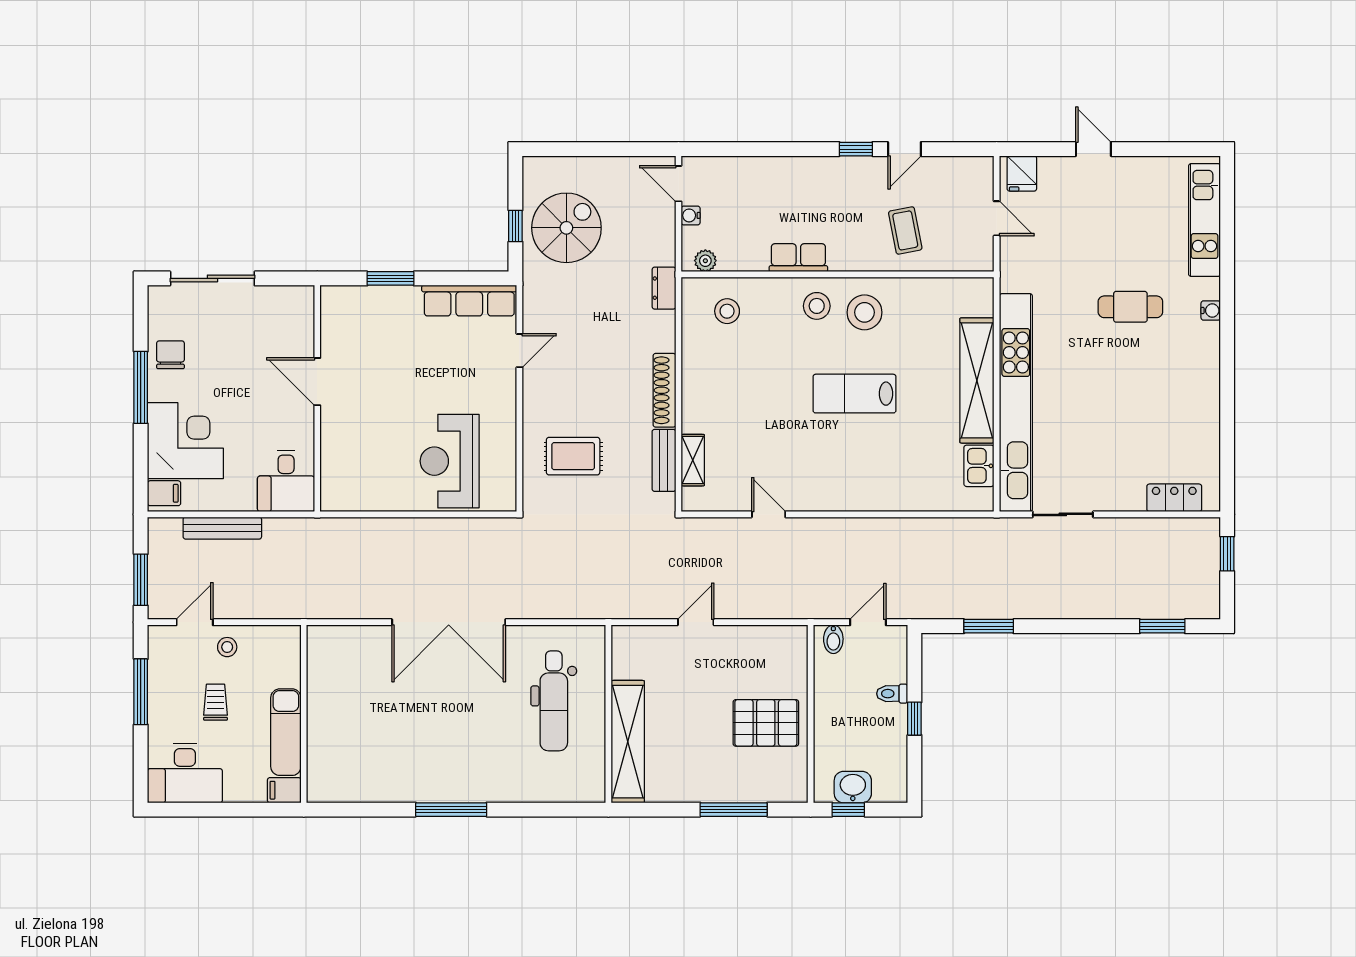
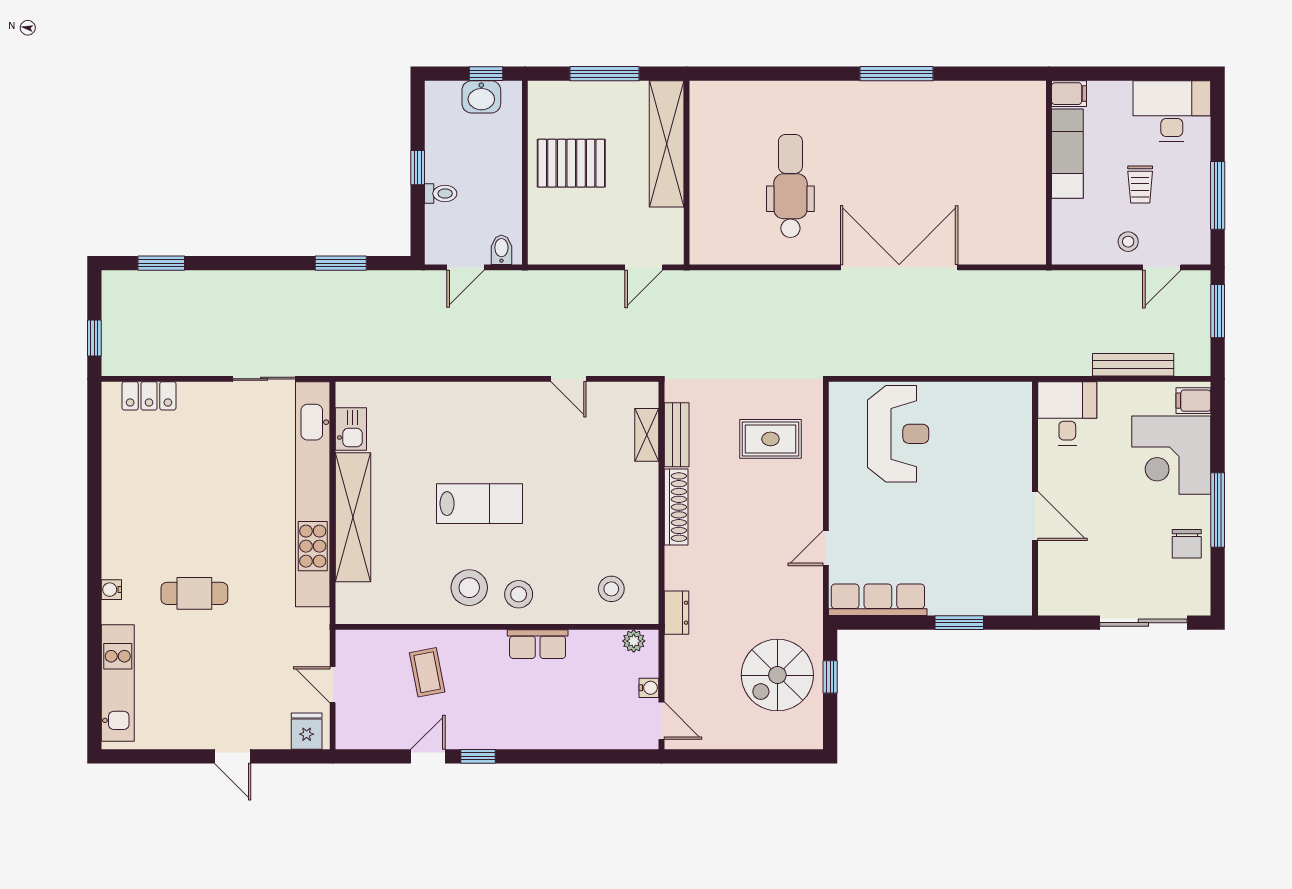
wall: (608, 714) -> (687, 173), moved
shelving: (628, 742) -> (667, 144), moved

